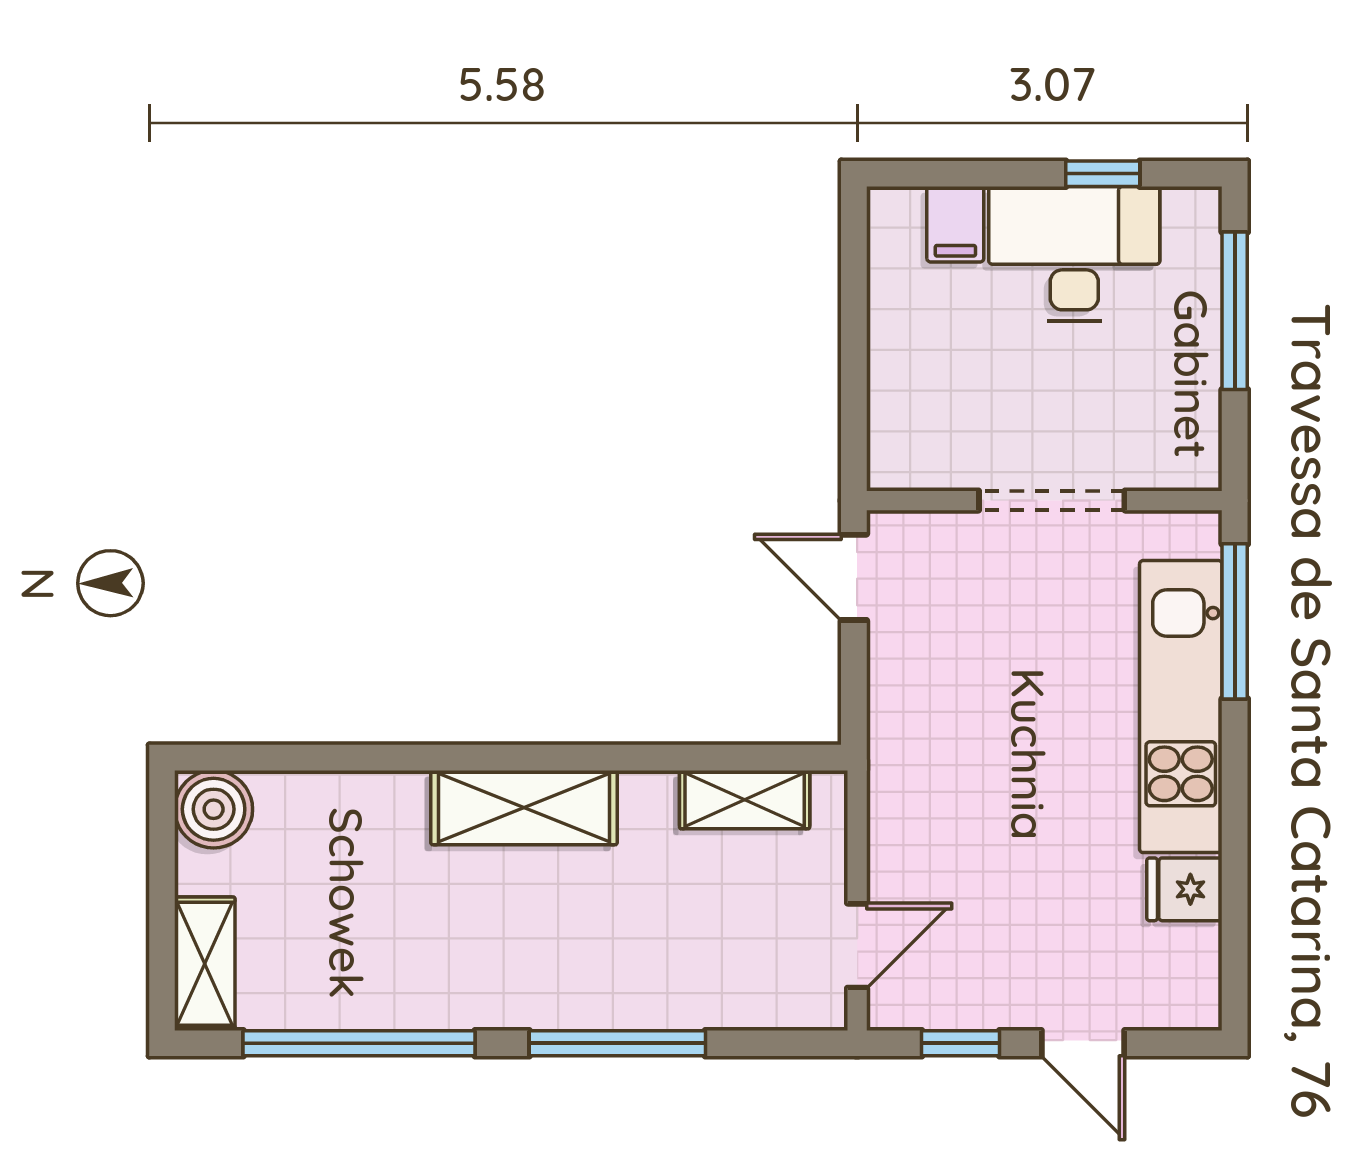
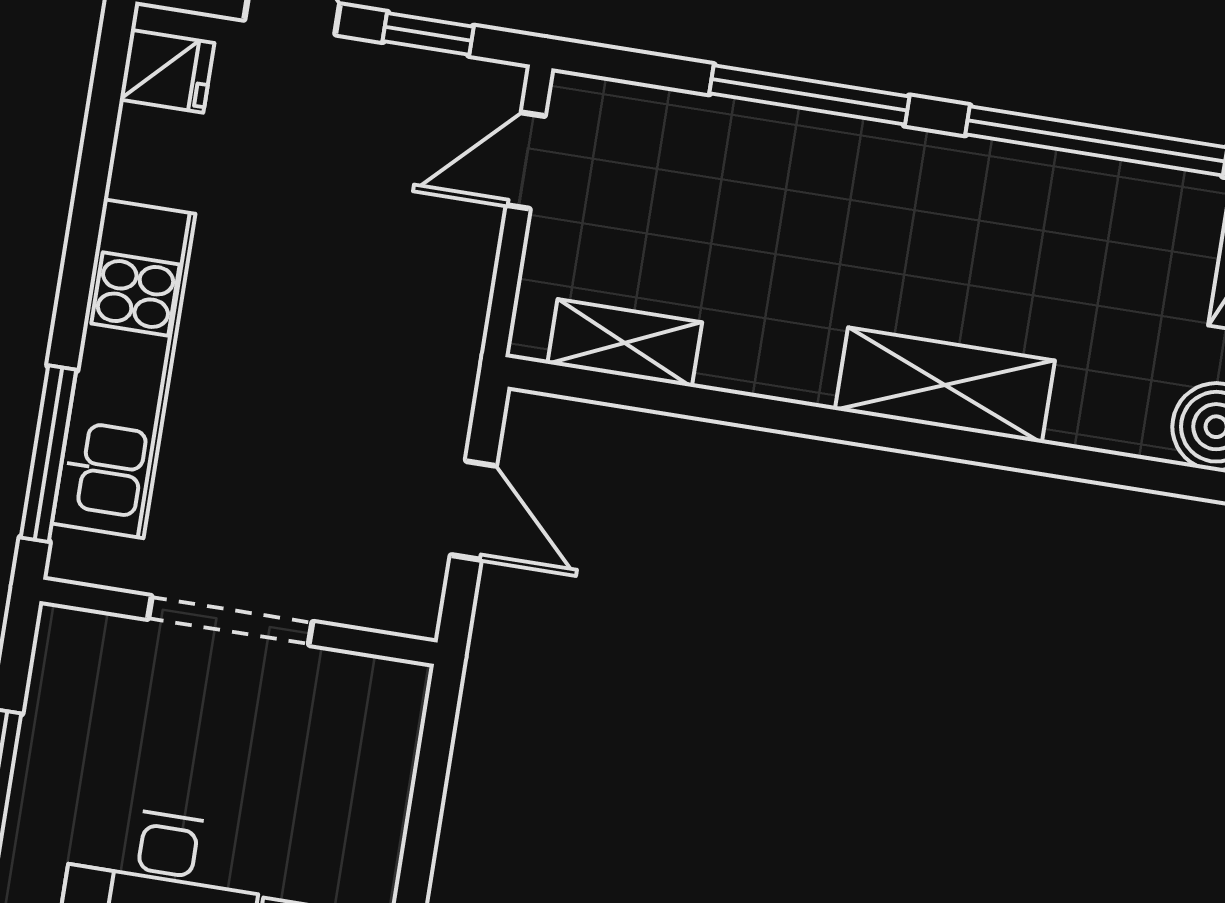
door: (854, 577) -> (473, 510), moved
shelving: (524, 808) -> (945, 385), moved
fridge: (1184, 889) -> (167, 71), moved

